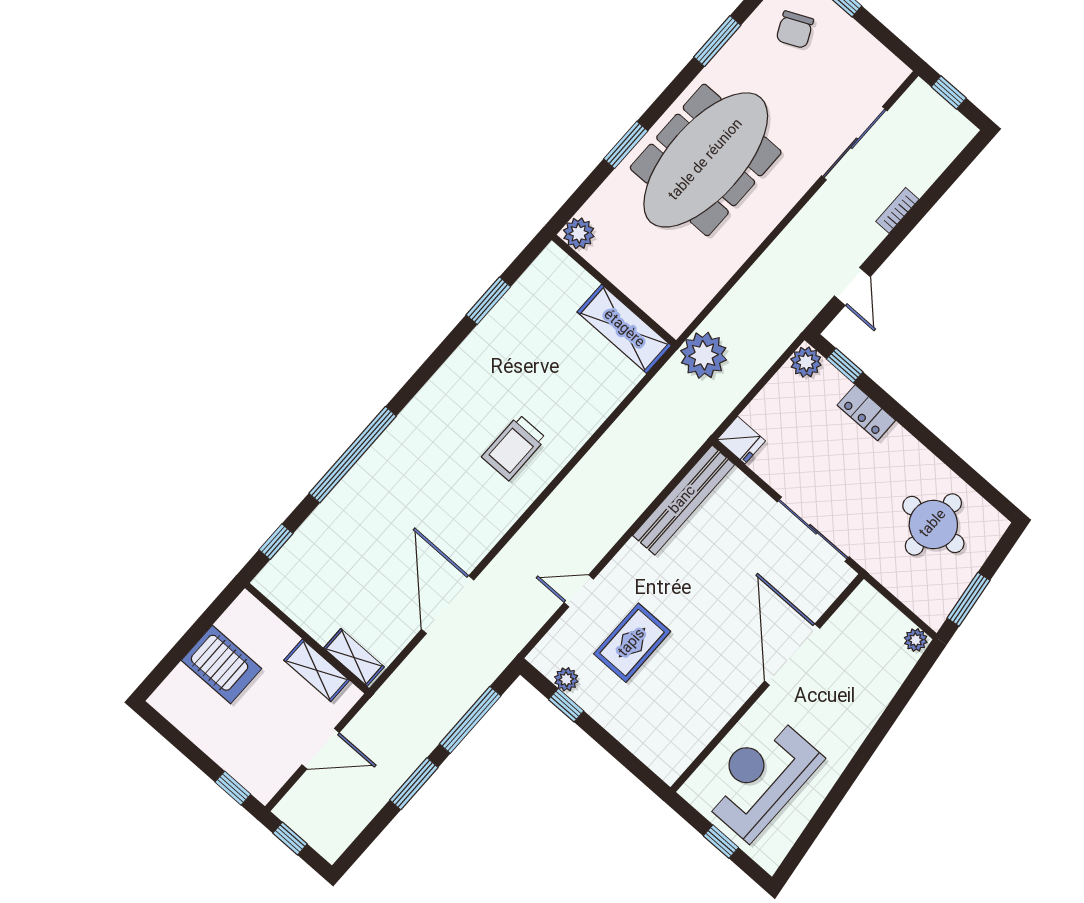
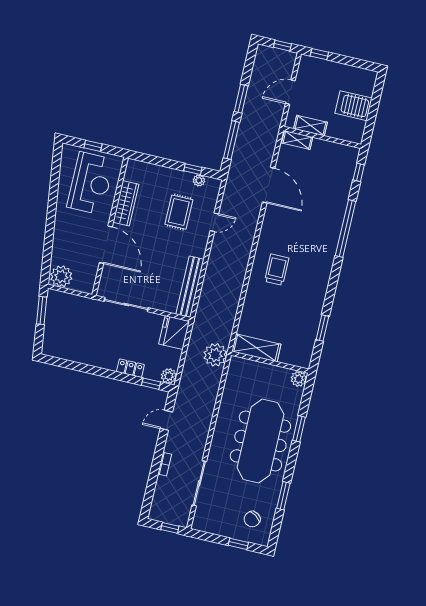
chair: (795, 30) -> (252, 519), turned -121
door: (852, 286) -> (166, 420), hinge flipped
fridge: (741, 440) -> (174, 333), width x1.88, depth x1.34
round table: (933, 524) -> (75, 335), removed
plant: (916, 640) -> (61, 276), width x1.87, depth x1.87
wardrobe: (717, 709) -> (126, 203), added

